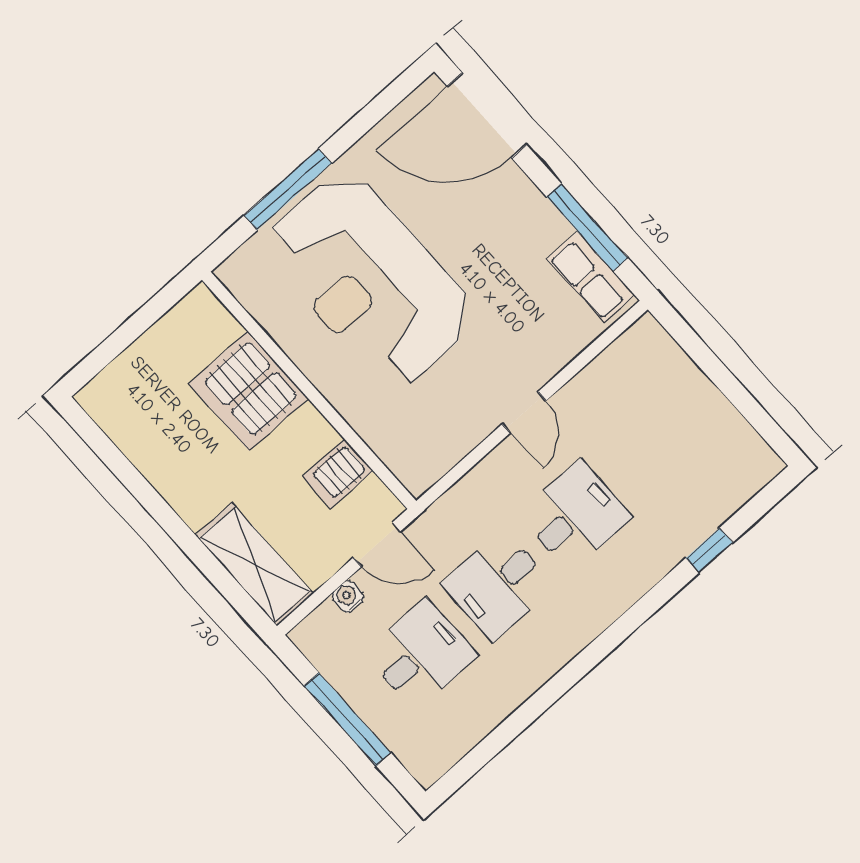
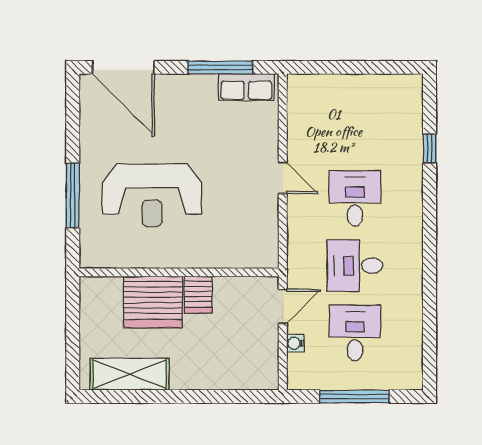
door: (487, 115) -> (123, 67), hinge flipped
reception desk: (370, 280) -> (152, 195), width x0.74, depth x0.77
server rack: (338, 474) -> (198, 295), moved
shelving: (254, 564) -> (130, 374), moved
desk: (498, 585) -> (355, 266), turned 90

